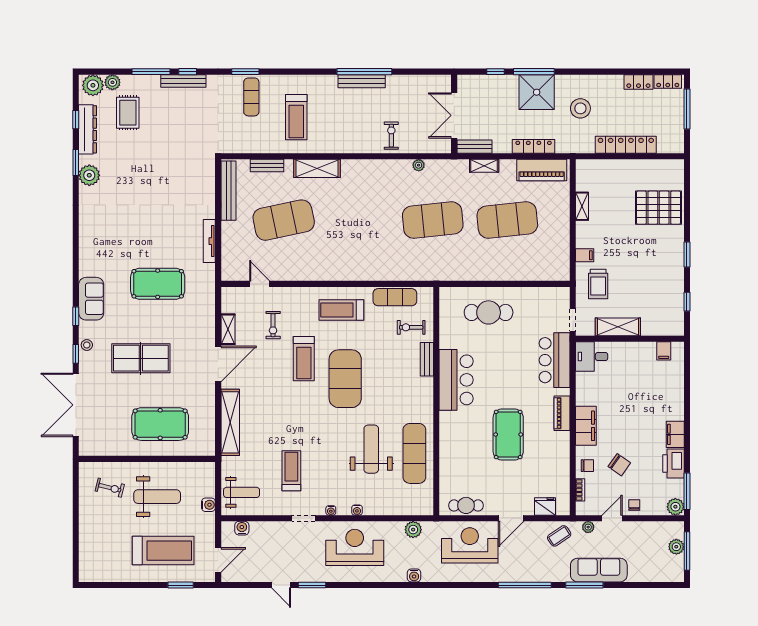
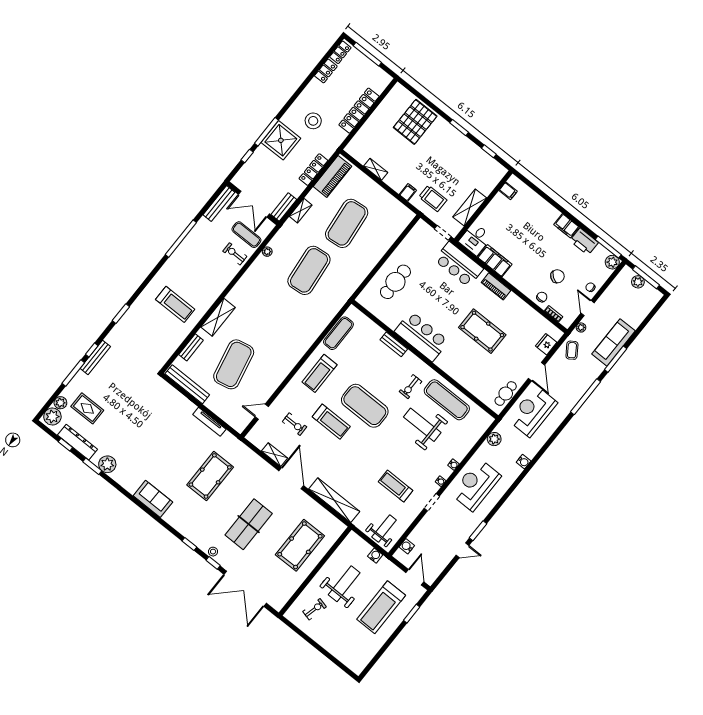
bench: (362, 81) -> (219, 203), moved
exercise mat: (251, 97) -> (246, 235), moved
sofa: (91, 299) -> (153, 499), moved
exercise bike: (411, 327) -> (411, 387), moved
filing cabinet: (586, 426) -> (495, 261), moved
treadmill: (163, 551) -> (381, 607), turned 180

